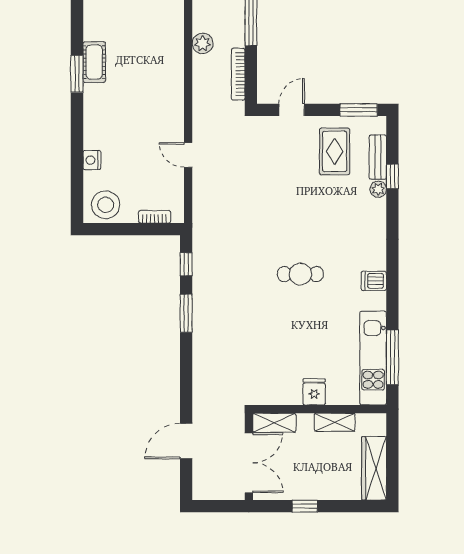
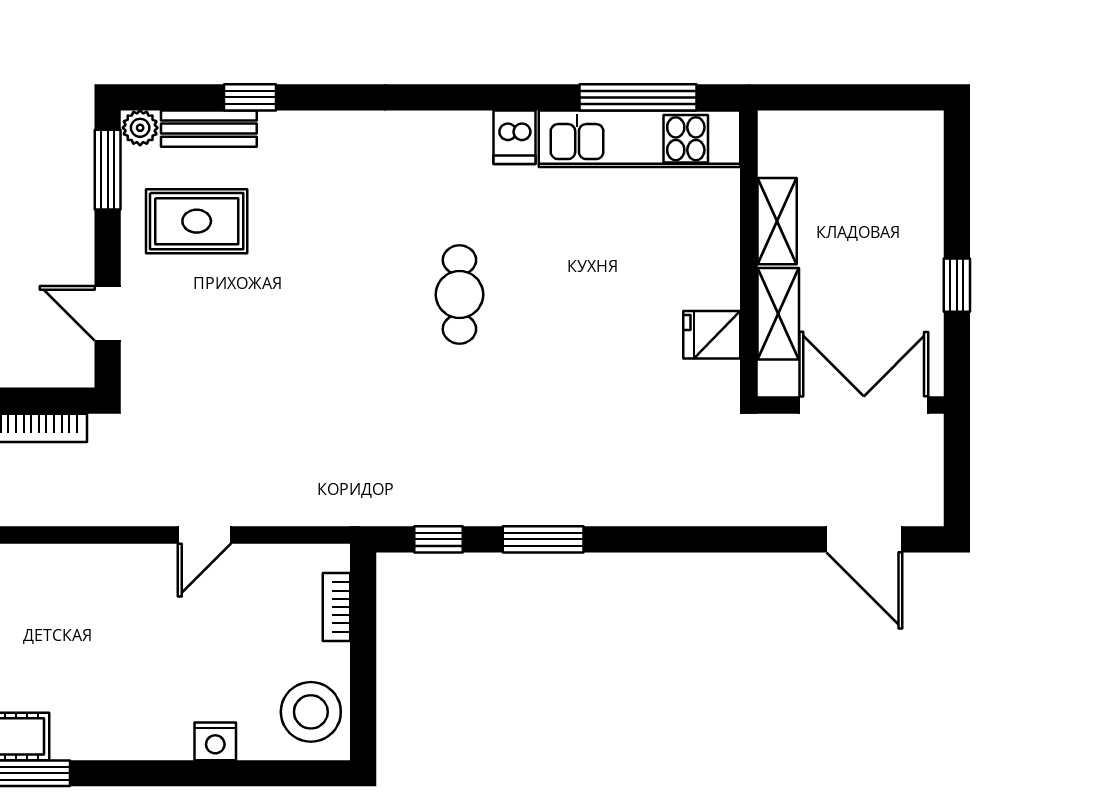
plant: (378, 189) -> (140, 128), moved
dishwasher: (374, 281) -> (515, 137), moved
fridge: (314, 392) -> (712, 335), moved
shelving: (274, 423) -> (778, 314), moved
door: (186, 441) -> (864, 539), moved
wardrobe: (374, 468) -> (876, 137), removed

